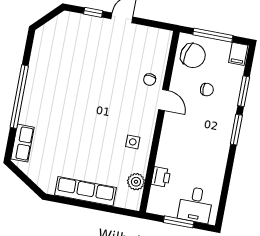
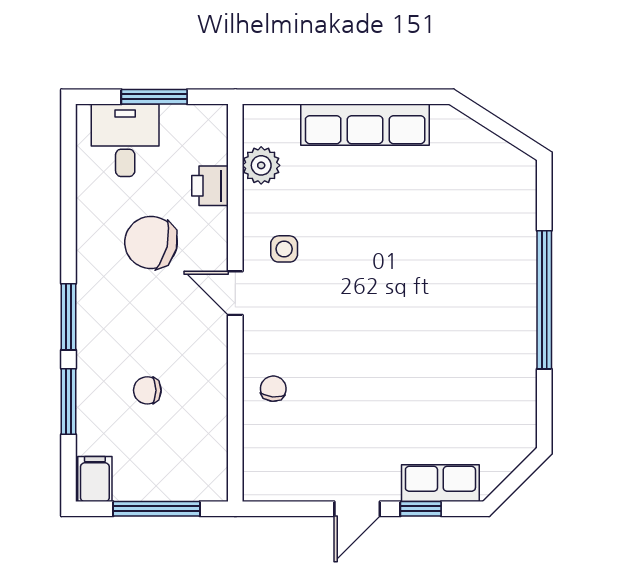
chair: (193, 56) -> (151, 242), moved
door: (164, 100) -> (235, 293), moved
row of seats: (22, 143) -> (440, 483), moved, turned 90

